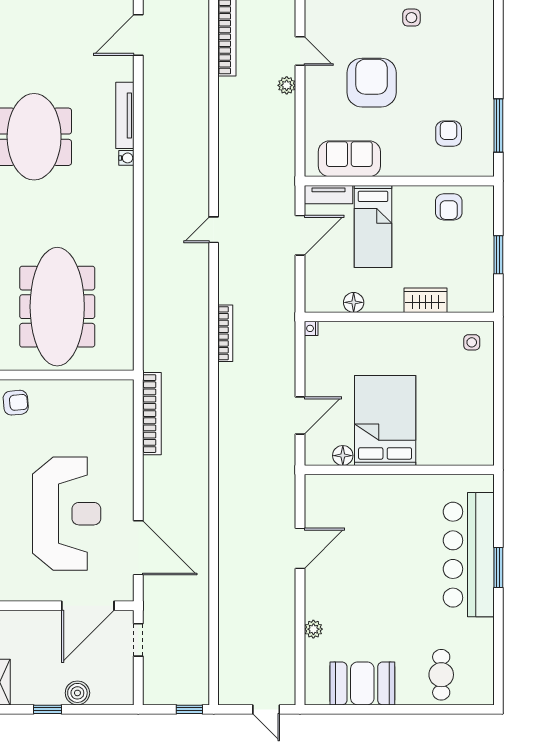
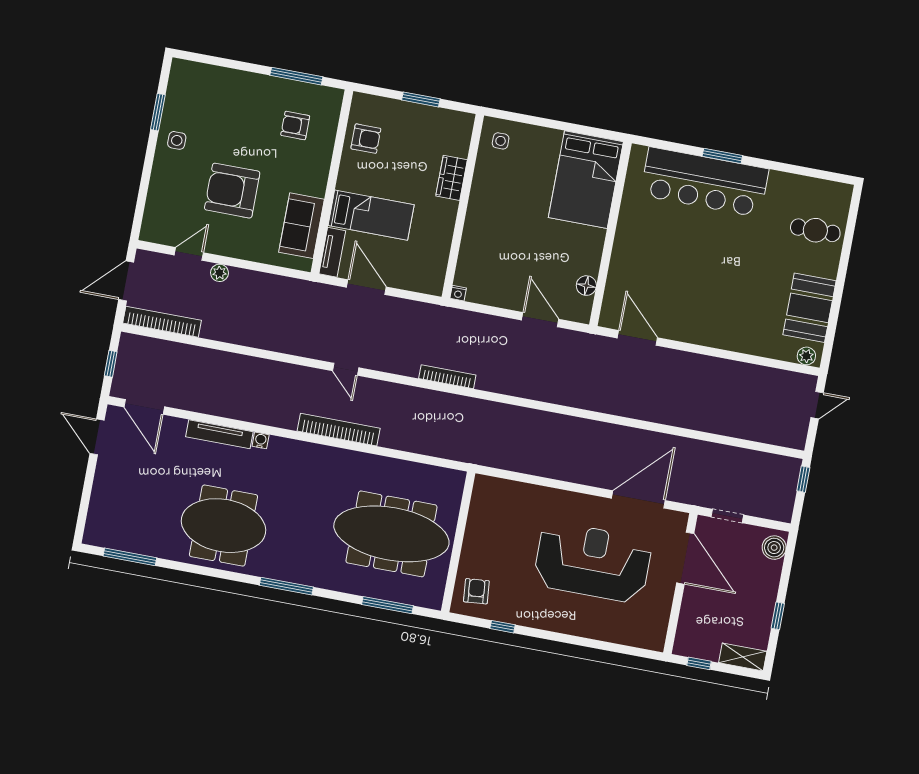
floor lamp: (354, 302) -> (441, 248), removed
bookcase: (152, 414) -> (339, 430), moved
bed: (385, 420) -> (586, 180), moved, turned -90
door: (300, 548) -> (637, 338), moved
plant: (313, 629) -> (806, 356), moved
boiler: (77, 693) -> (774, 548), moved

